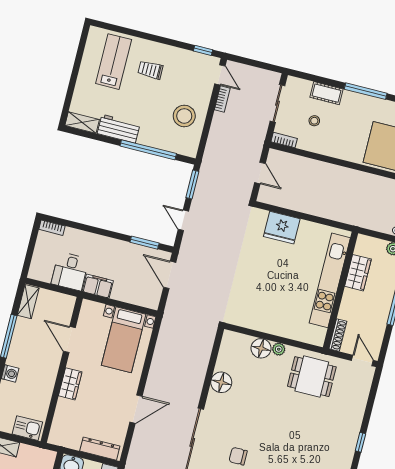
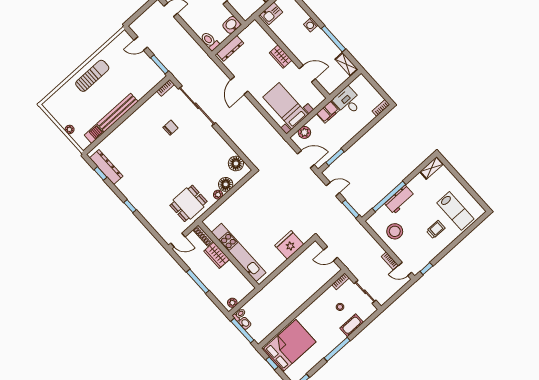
workbench: (119, 129) -> (400, 200), moved
wardrobe: (358, 273) -> (217, 255), moved
plant: (140, 297) -> (304, 132), added
floor lamp: (221, 382) -> (236, 163), moved

